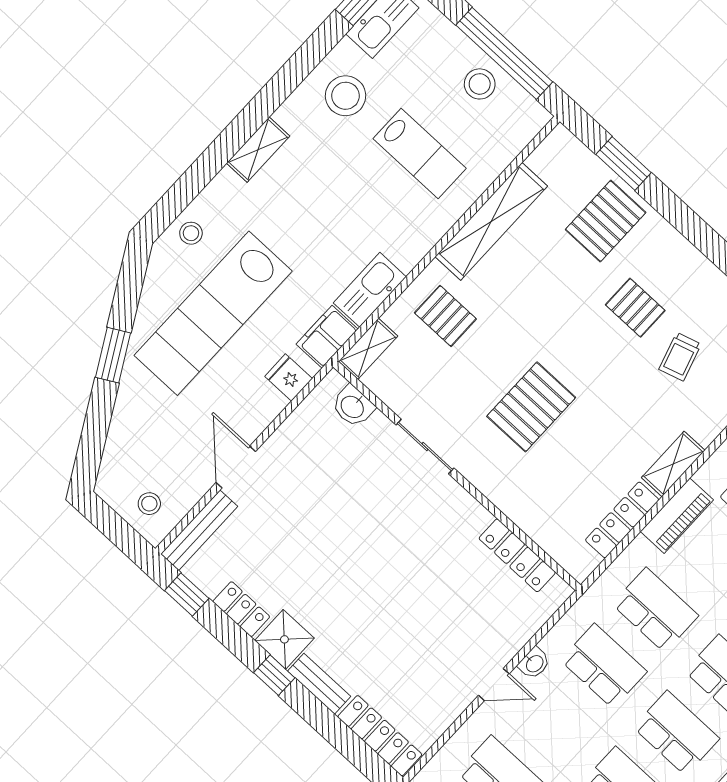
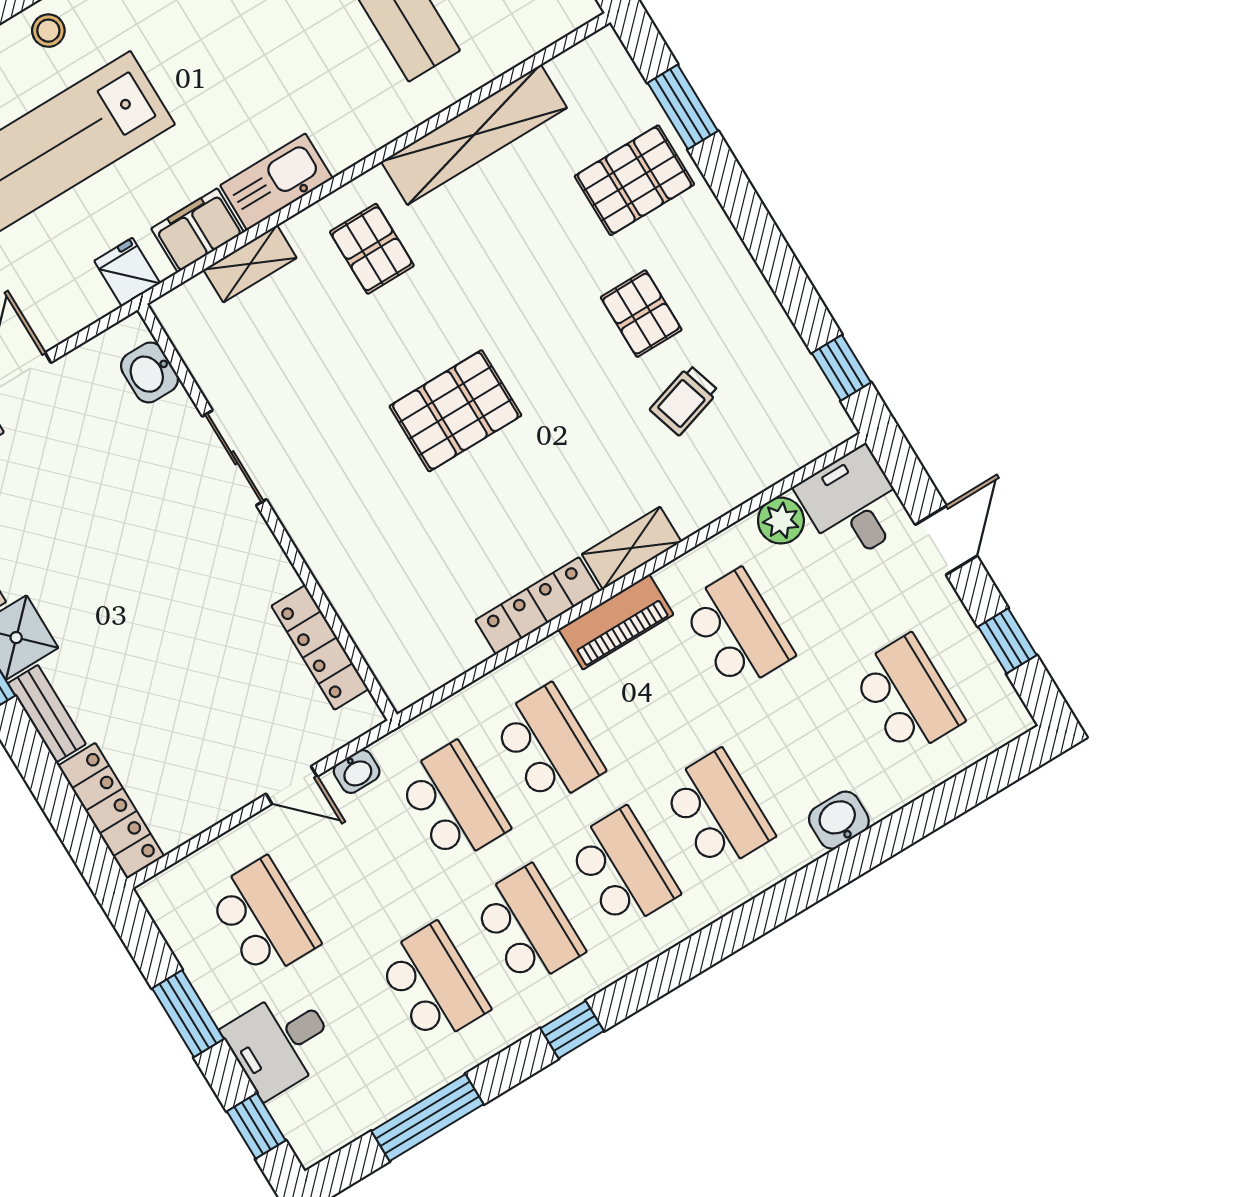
washbasin: (353, 406) -> (149, 372), moved
sliding door: (425, 446) -> (234, 458), moved
wall: (457, 476) -> (267, 512), moved
locker: (517, 555) -> (320, 647), moved

